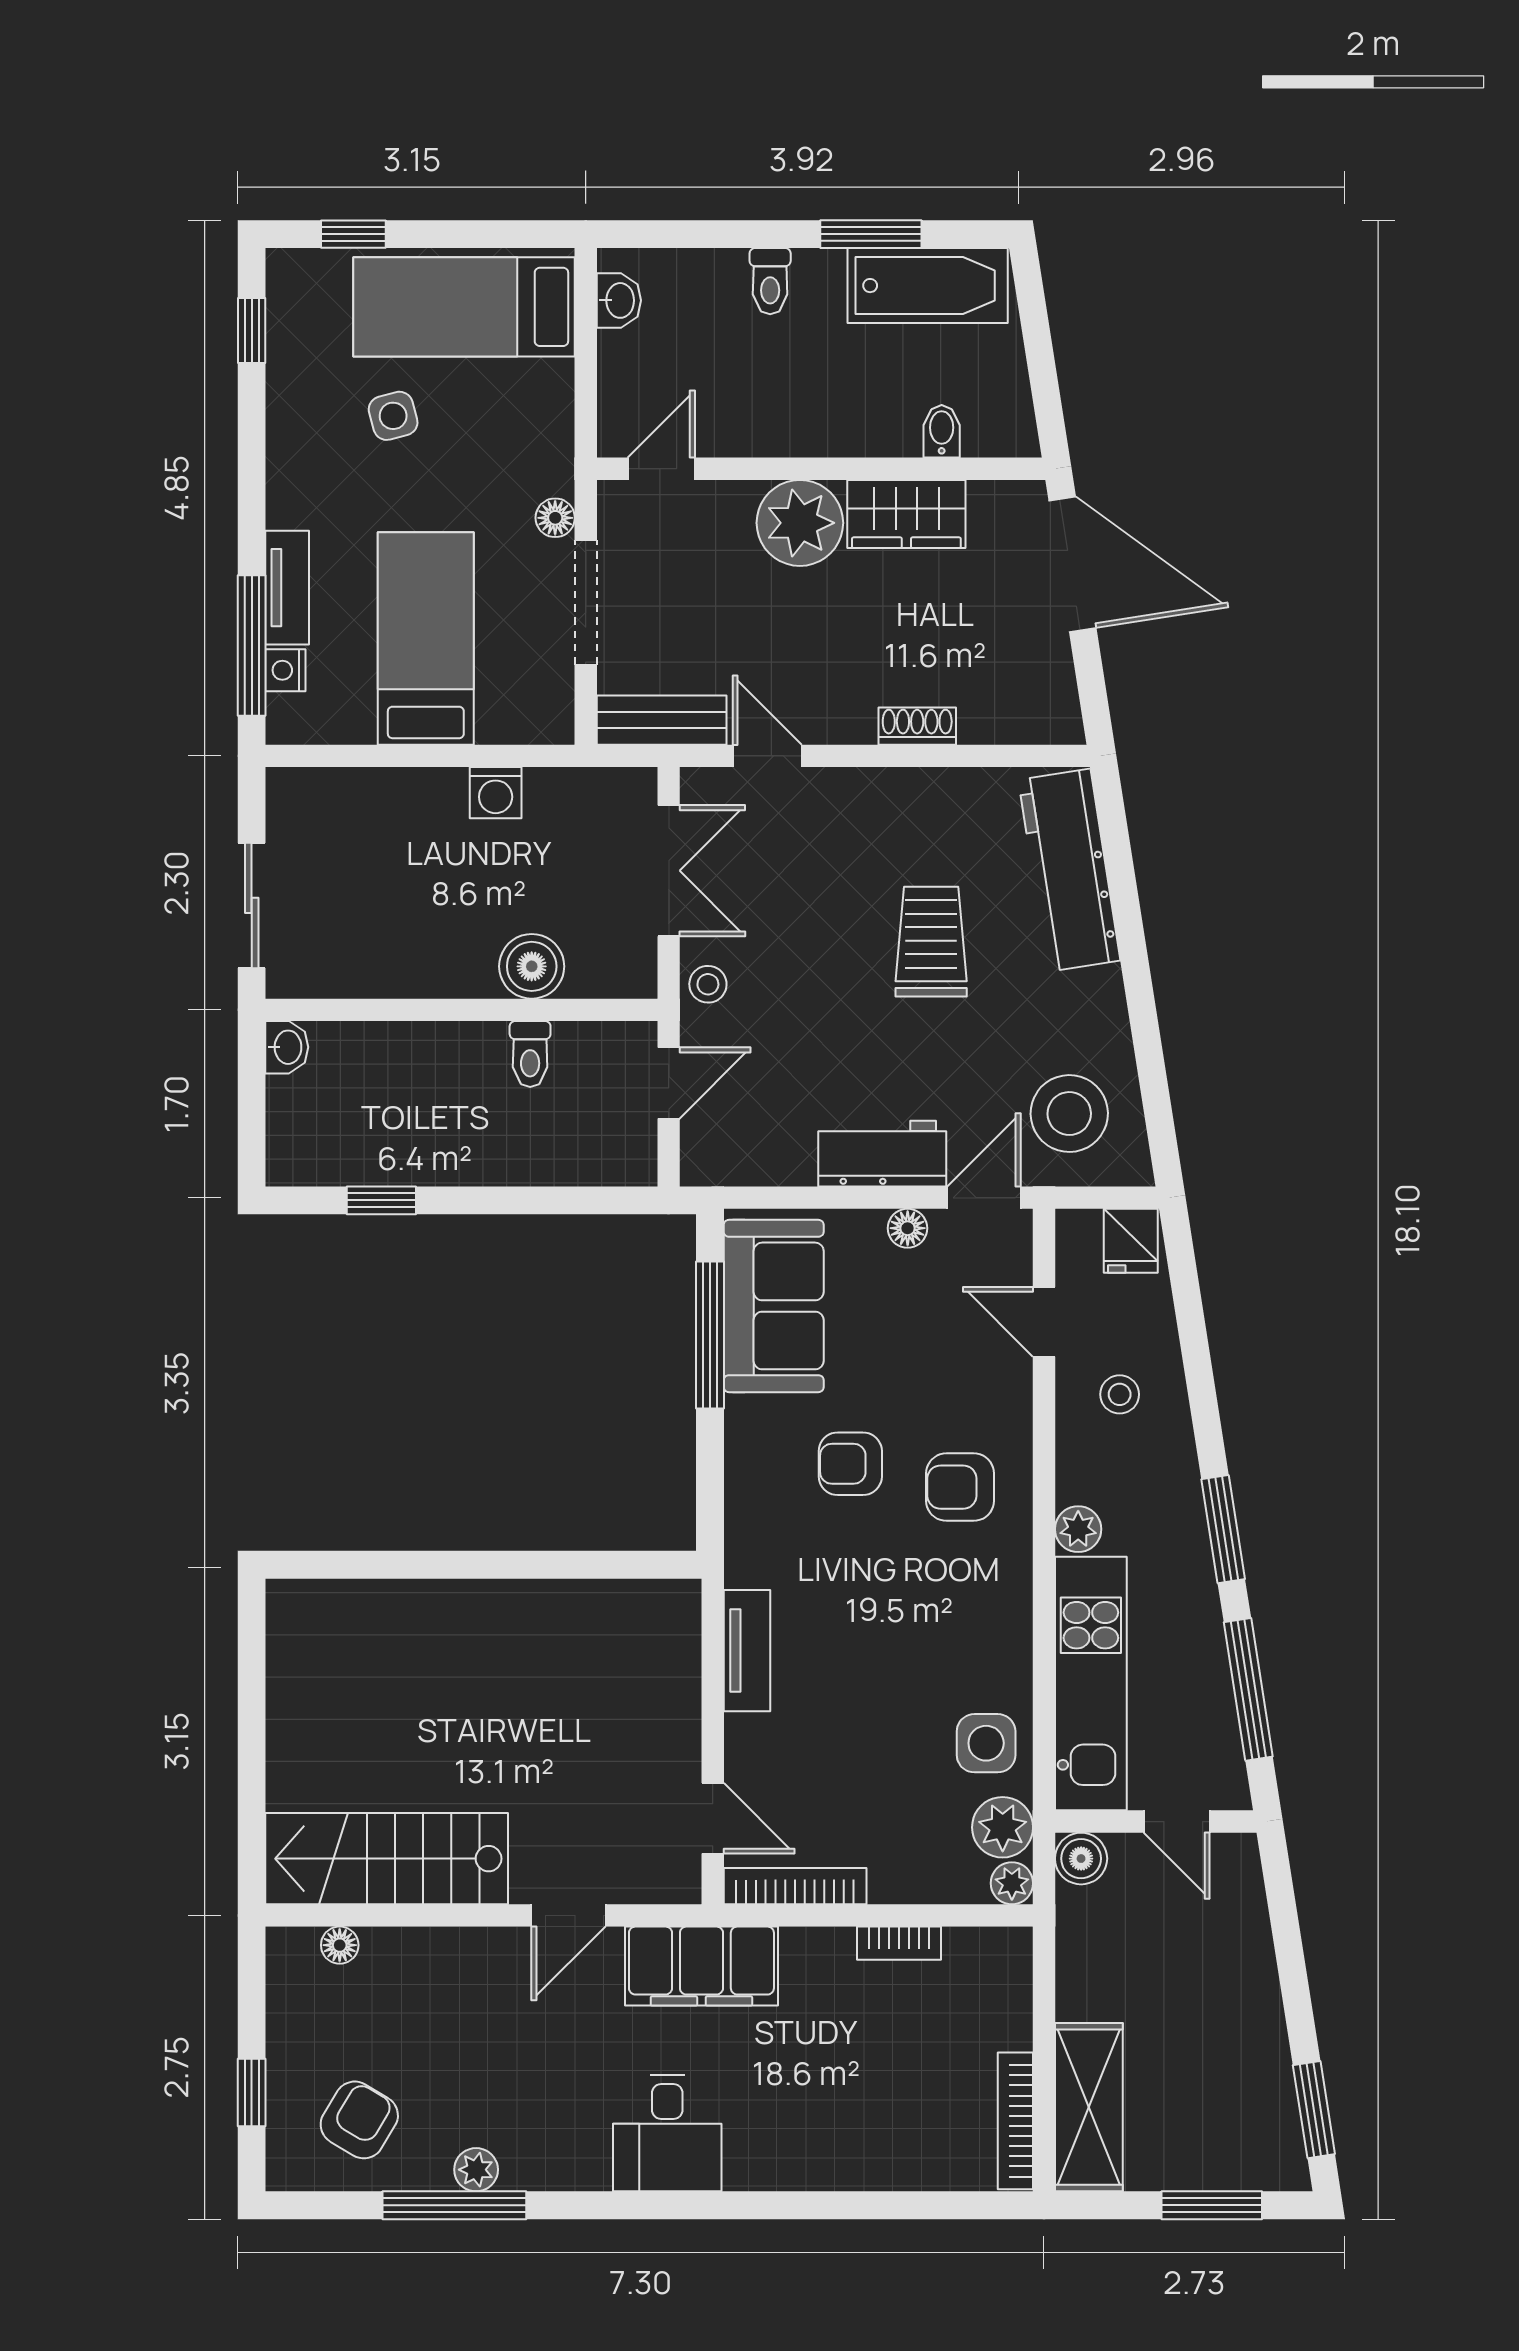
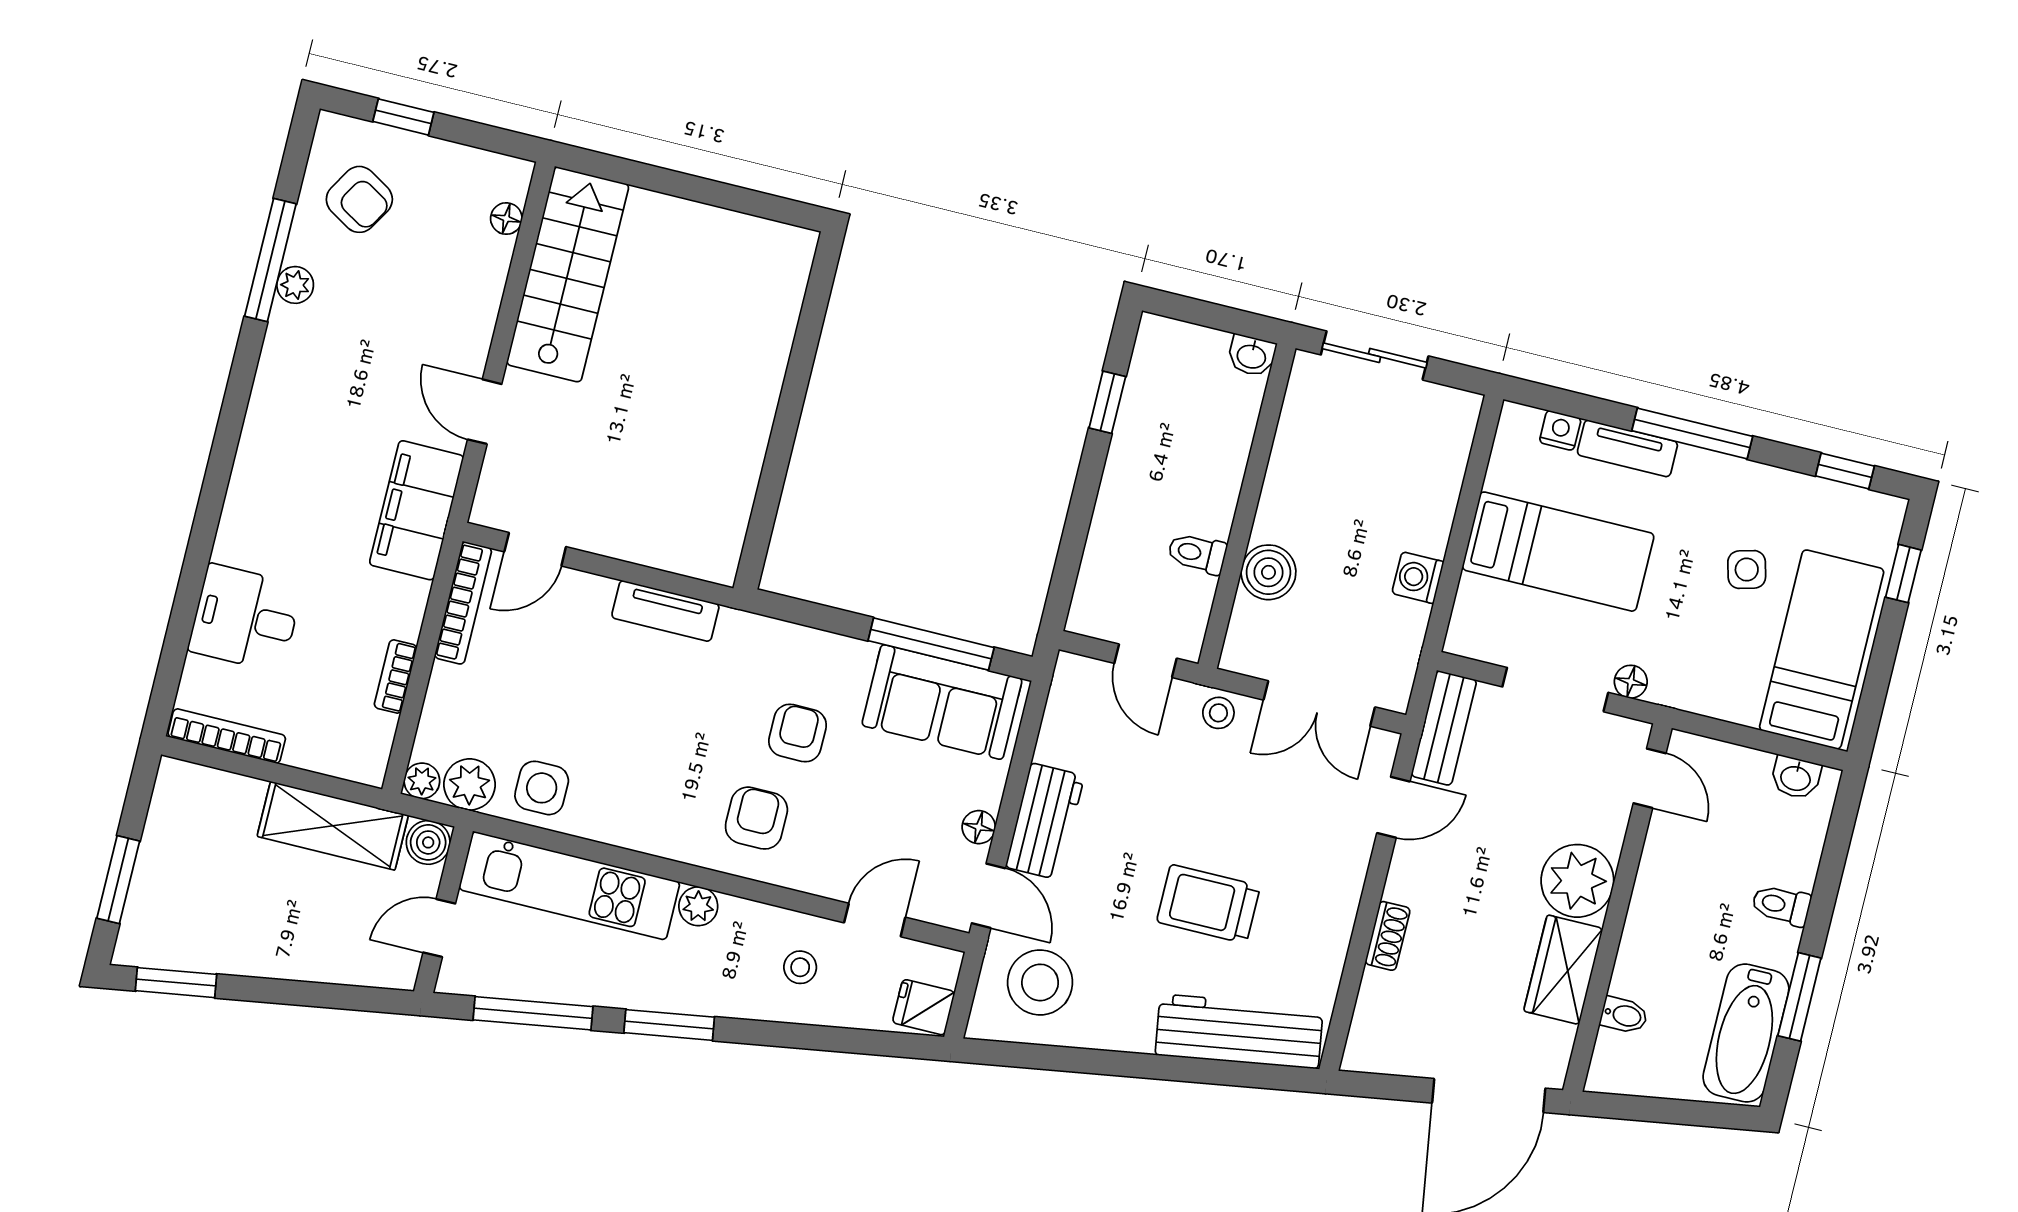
window: (252, 645) -> (1692, 433), moved
trolley: (931, 942) -> (1208, 904), turned 180
shelving: (1089, 2107) -> (333, 826), moved
desk: (667, 2133) -> (245, 618), moved

